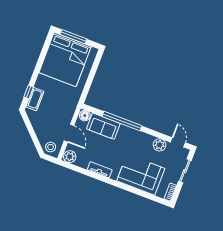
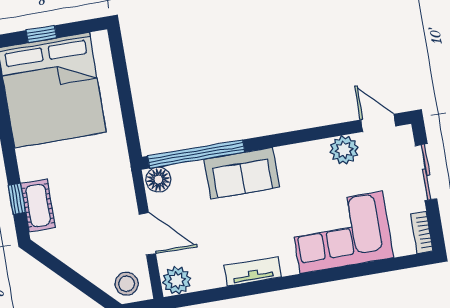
window: (73, 37) -> (41, 34), width x0.46
window: (122, 121) -> (196, 154), moved
sofa: (103, 126) -> (242, 173), moved

